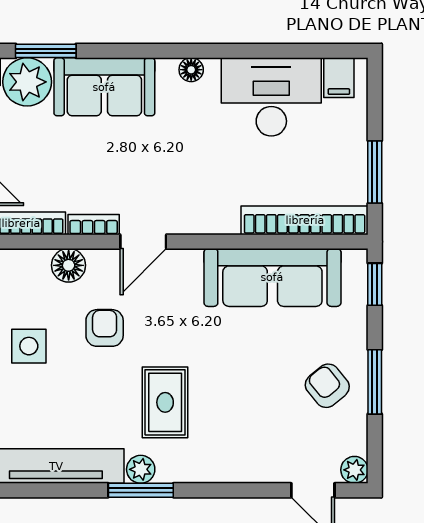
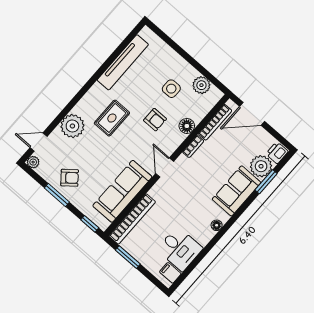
desk: (271, 97) -> (180, 249), width x0.73
door: (143, 242) -> (165, 167), moved
rug: (165, 402) -> (112, 118), turned 90
plant: (141, 469) -> (72, 126), moved, width x1.87, depth x1.87
window: (141, 490) -> (89, 84), removed

